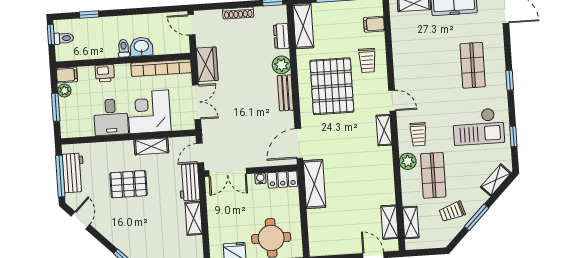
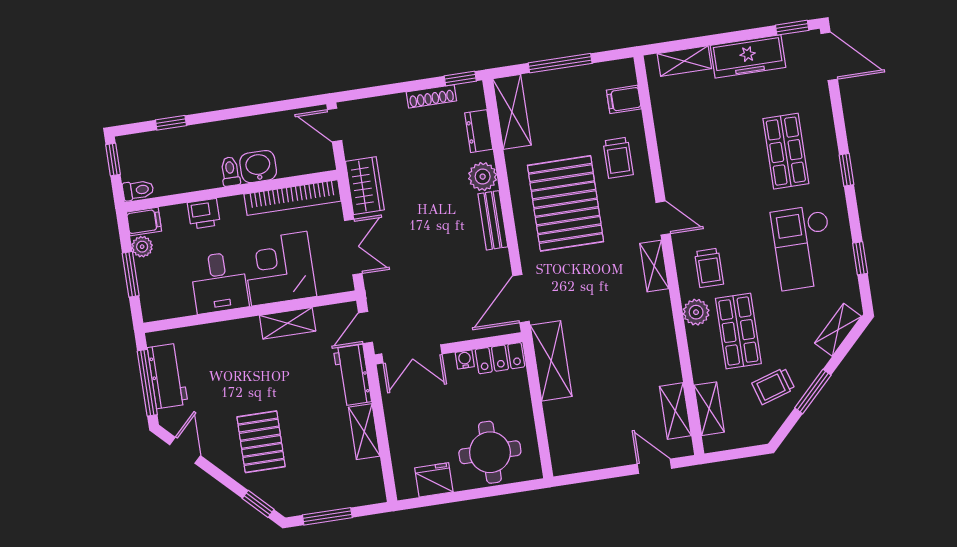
shoe rack: (238, 13) -> (431, 96), moved
toilet: (64, 38) -> (138, 190), moved
checkout: (479, 127) -> (804, 248), turned 90
pallet: (129, 184) -> (261, 442), moved, turned 90

